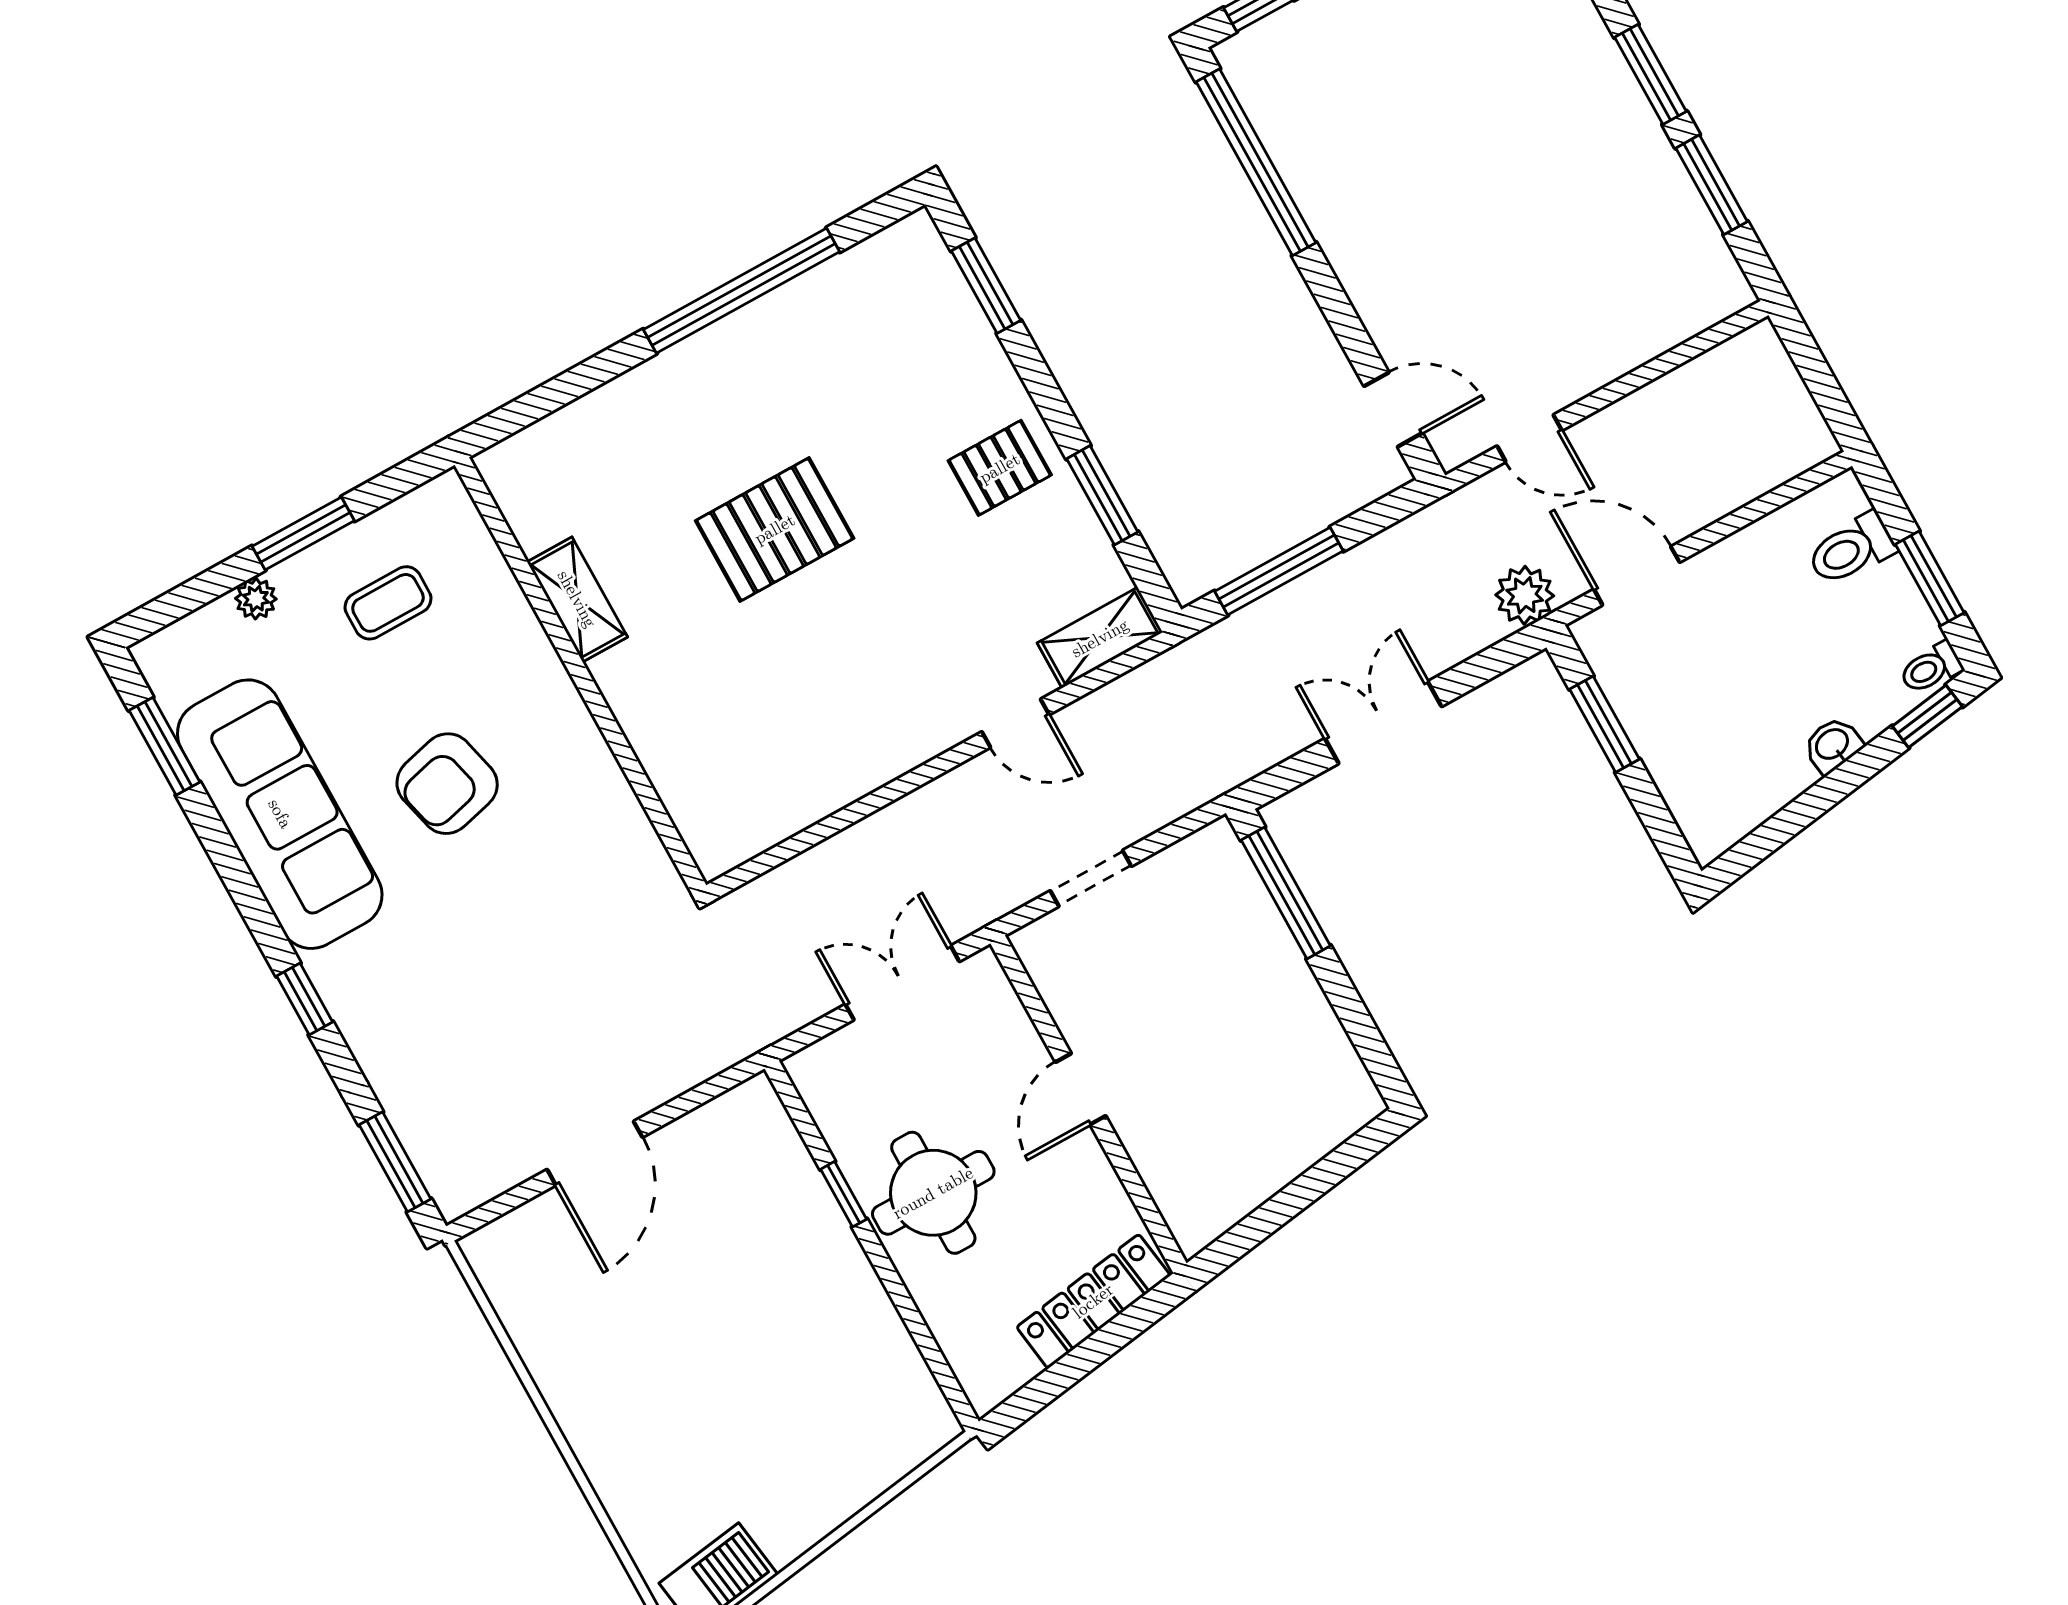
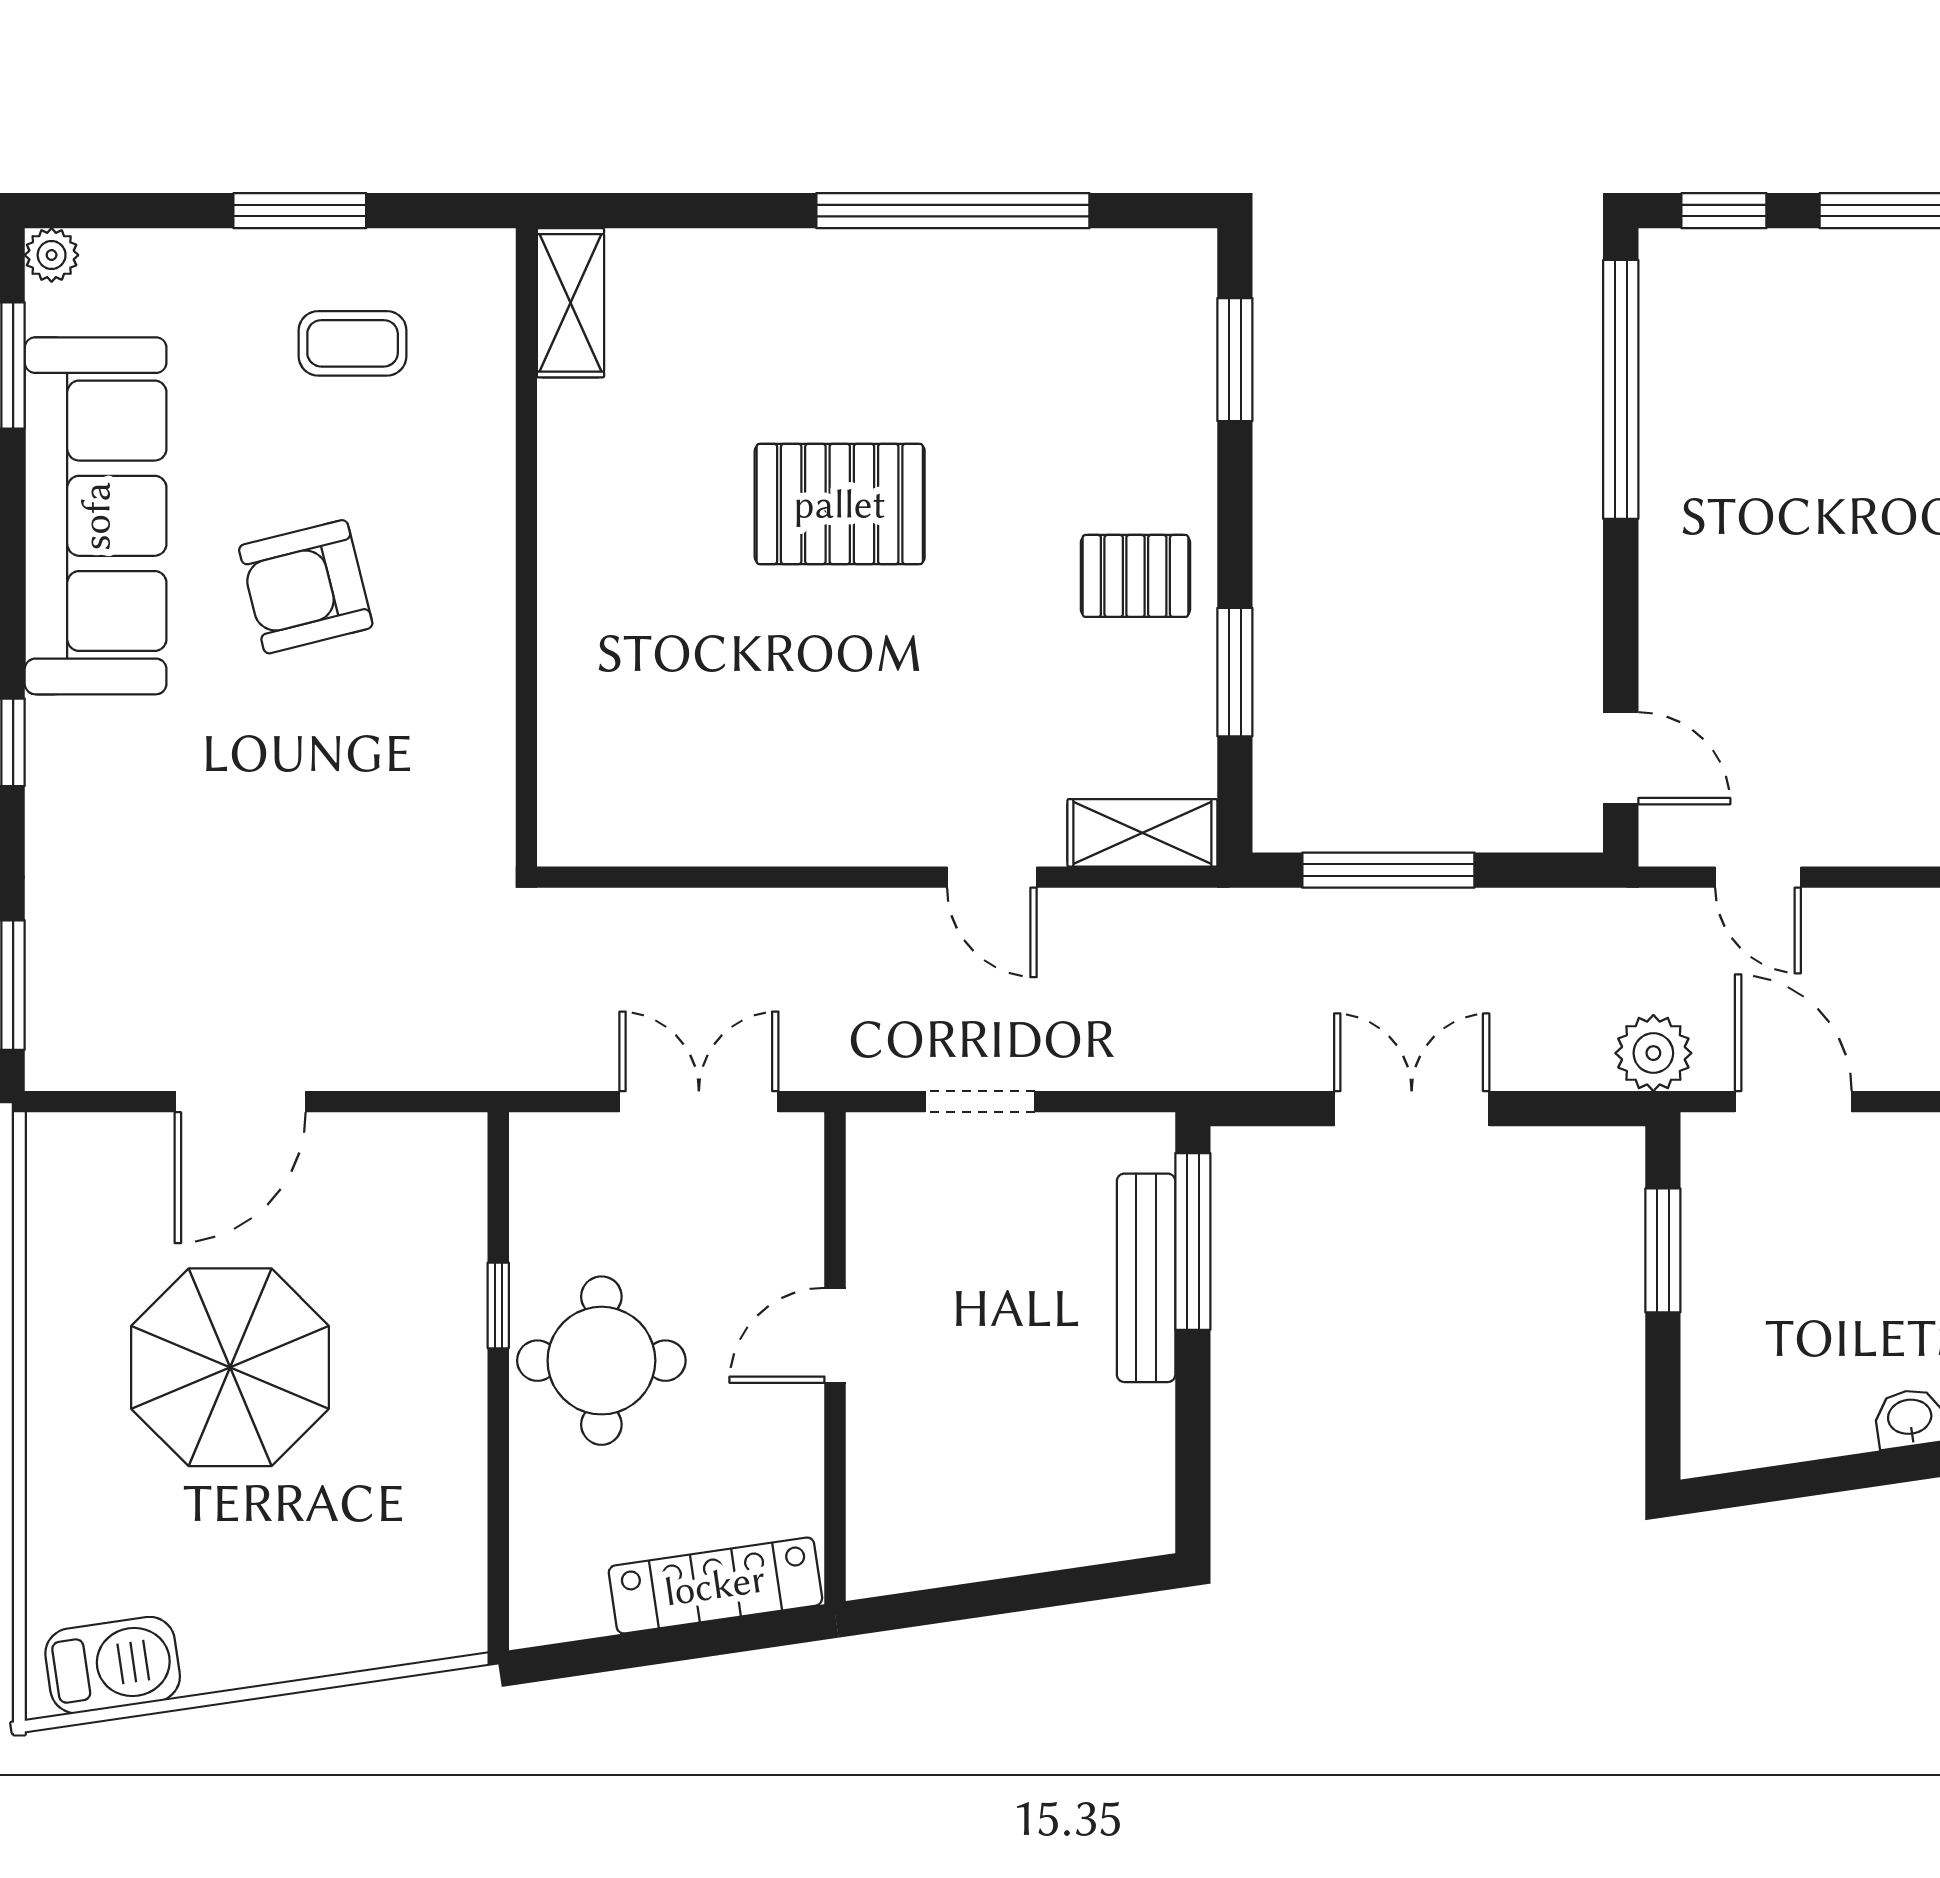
plant: (256, 599) -> (52, 255), moved
shelving: (577, 599) -> (570, 303), moved
bench: (1268, 935) -> (1146, 1278), added
parasol: (687, 1335) -> (230, 1367), added

